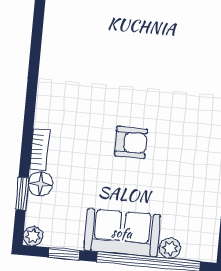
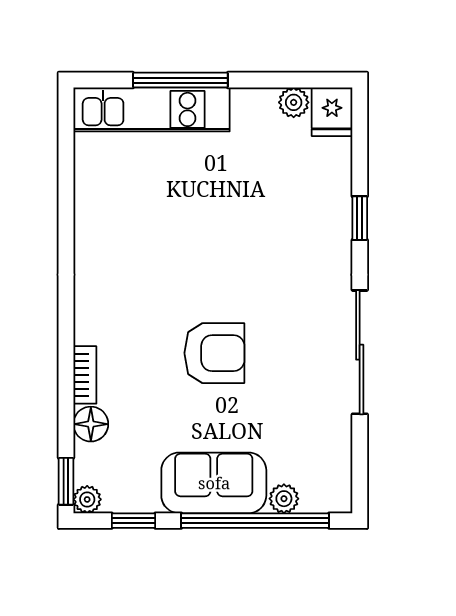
armchair: (131, 142) -> (214, 353), width x1.38, depth x1.38
window: (22, 194) -> (66, 481), moved

